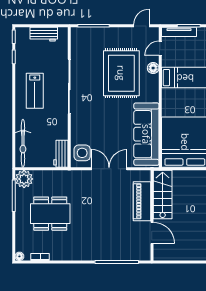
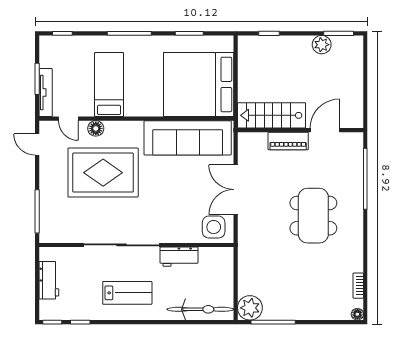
workbench: (61, 154) -> (179, 257), moved
piano: (142, 201) -> (288, 141), width x0.73, depth x0.75
dining table: (50, 214) -> (313, 216), moved

